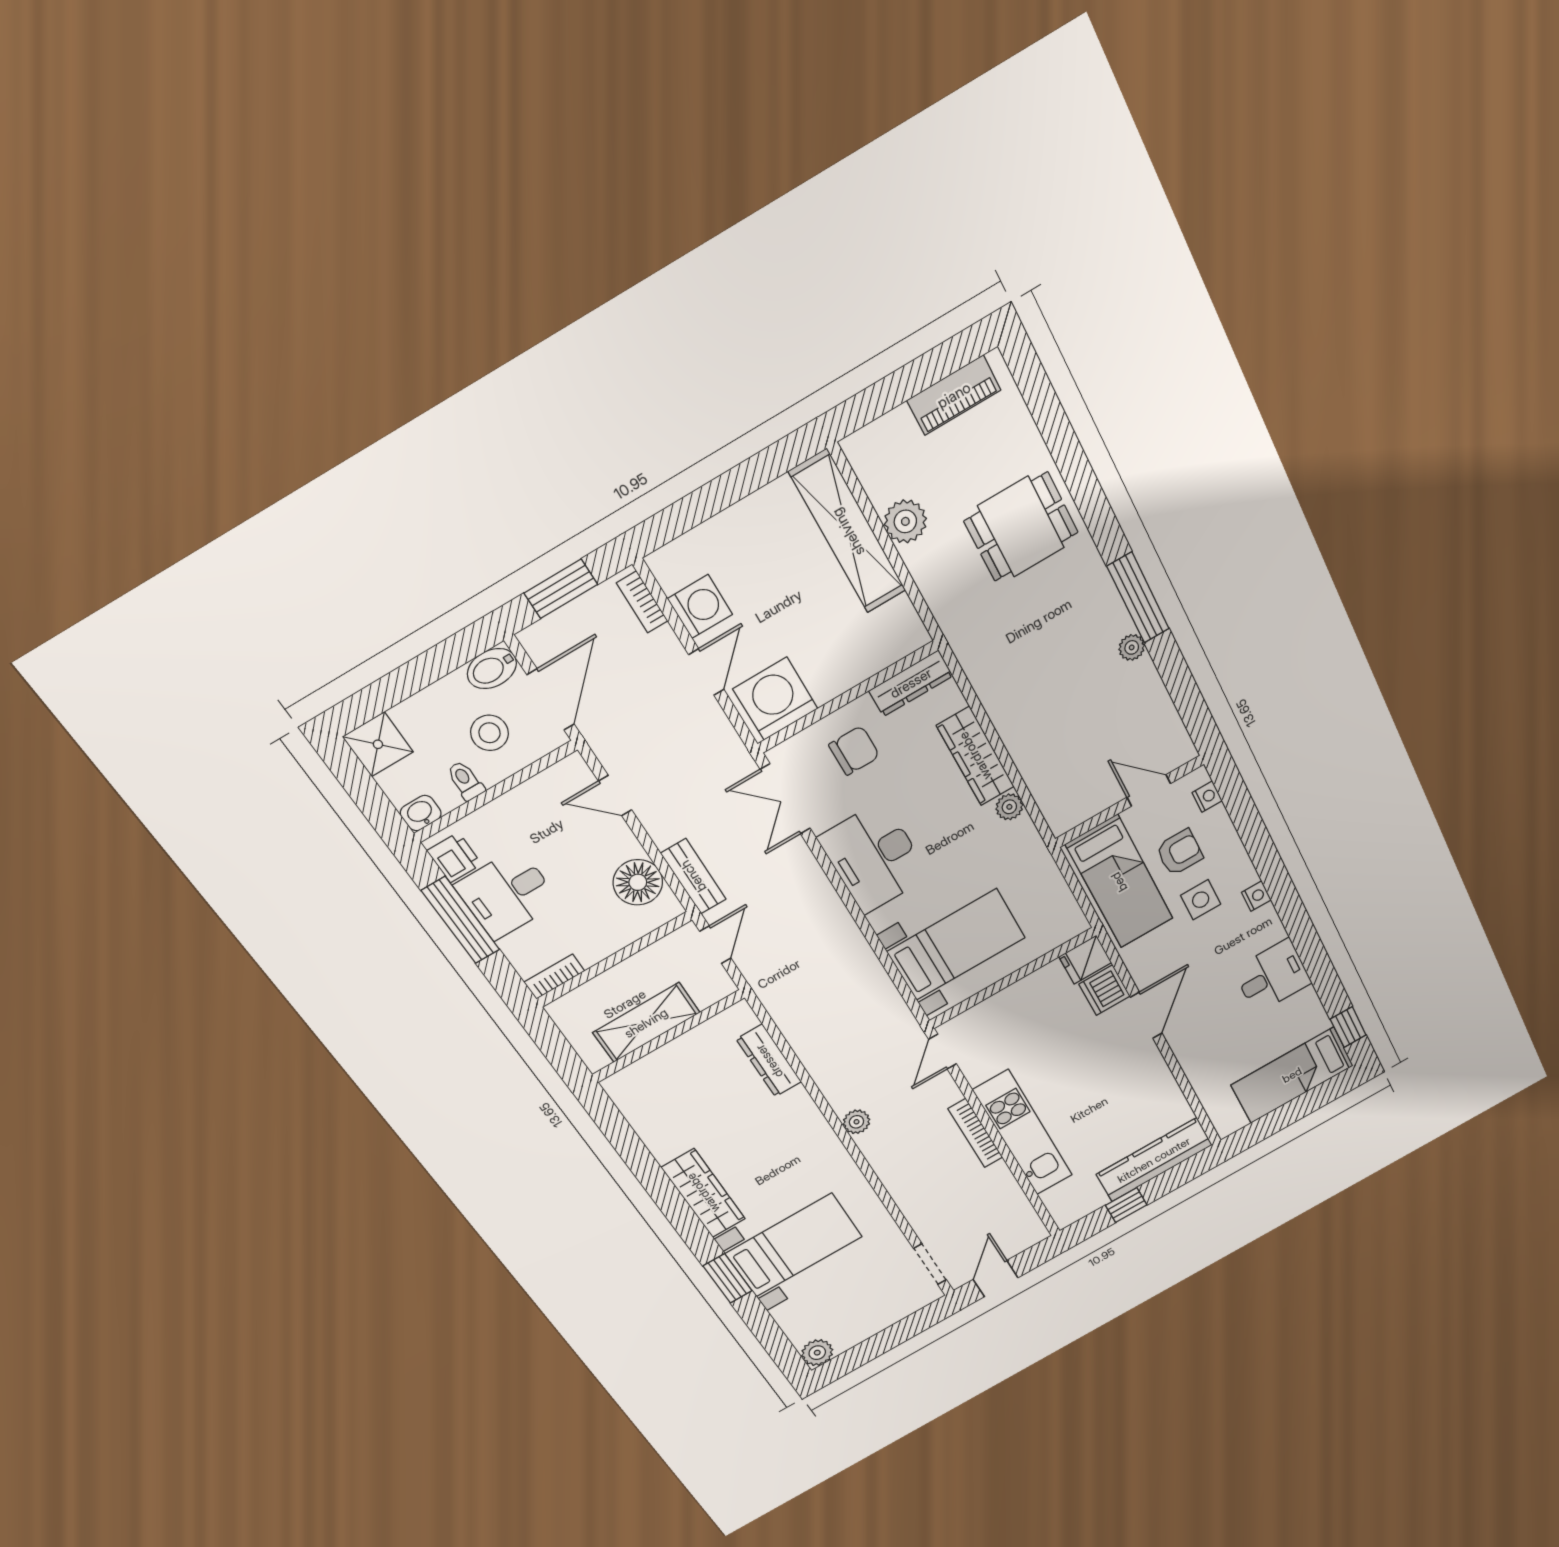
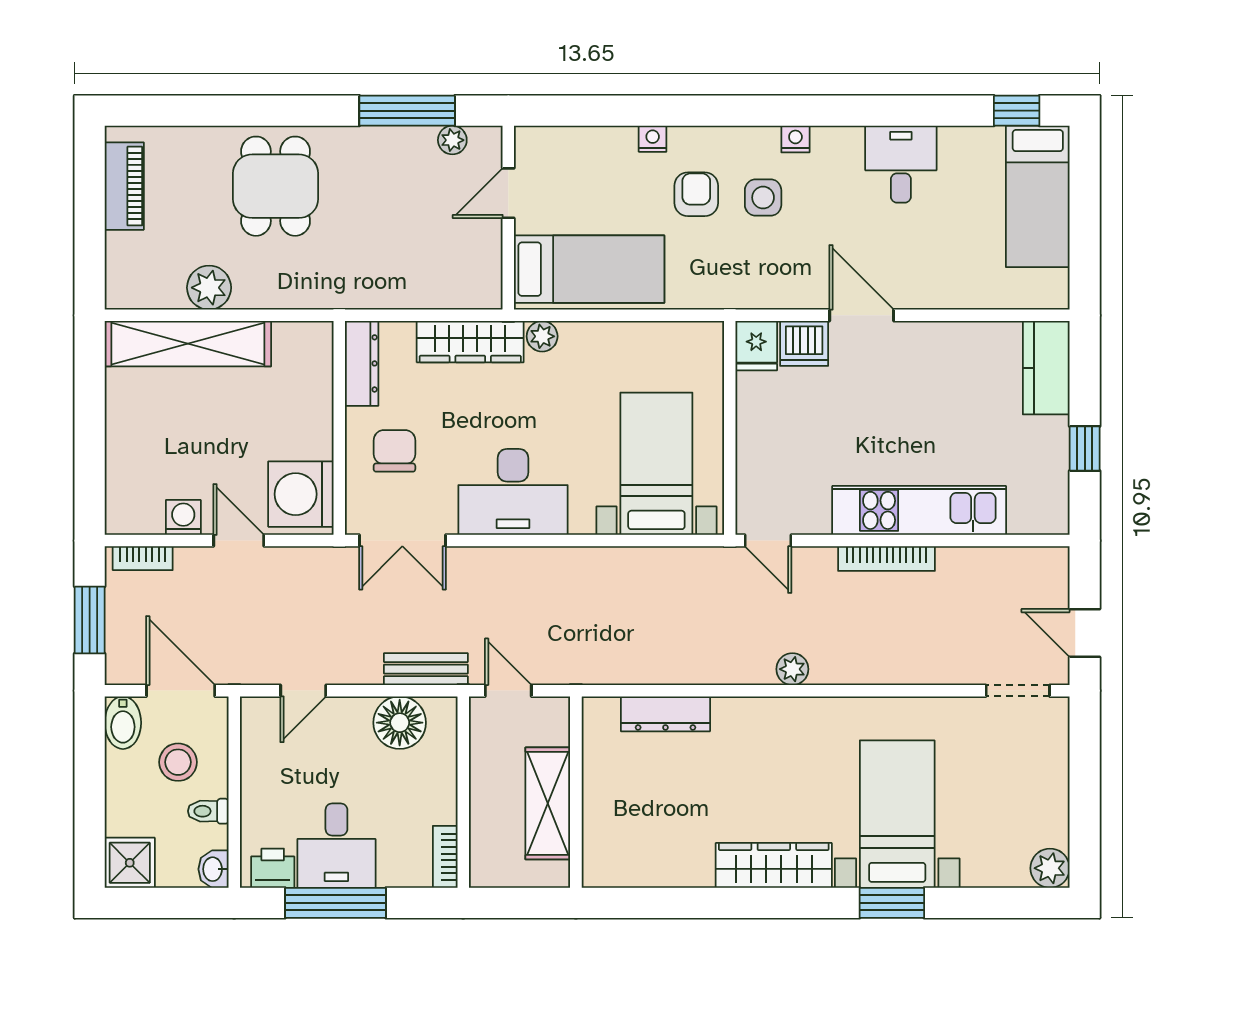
washing machine: (700, 607) -> (183, 517), width x0.73, depth x0.73
door: (1149, 790) -> (508, 193), moved
wall: (1129, 802) -> (508, 218), moved
bed: (1119, 882) -> (589, 269), moved
kitchen counter: (1154, 1160) -> (1046, 368), width x0.67

